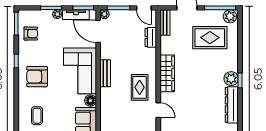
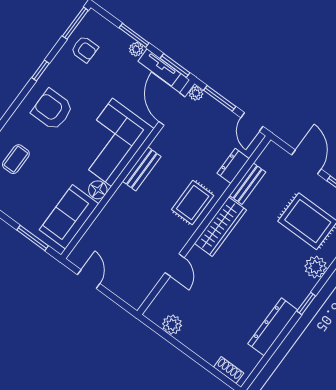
bench: (165, 23) -> (248, 184), moved
plant: (231, 79) -> (316, 267), moved
rug: (140, 87) -> (193, 202), moved

